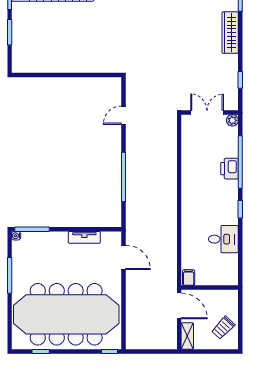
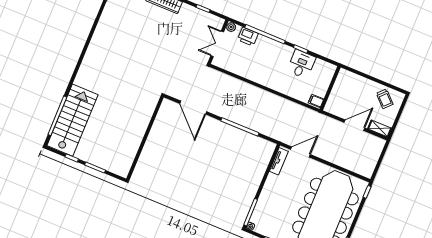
door: (124, 115) -> (193, 108), width x1.87
printer: (230, 169) -> (248, 37), moved
tv unit: (84, 237) -> (279, 161), moved
desk: (223, 239) -> (301, 64), moved
filing cabinet: (189, 278) -> (316, 101), moved
wall: (210, 288) -> (330, 88), moved

